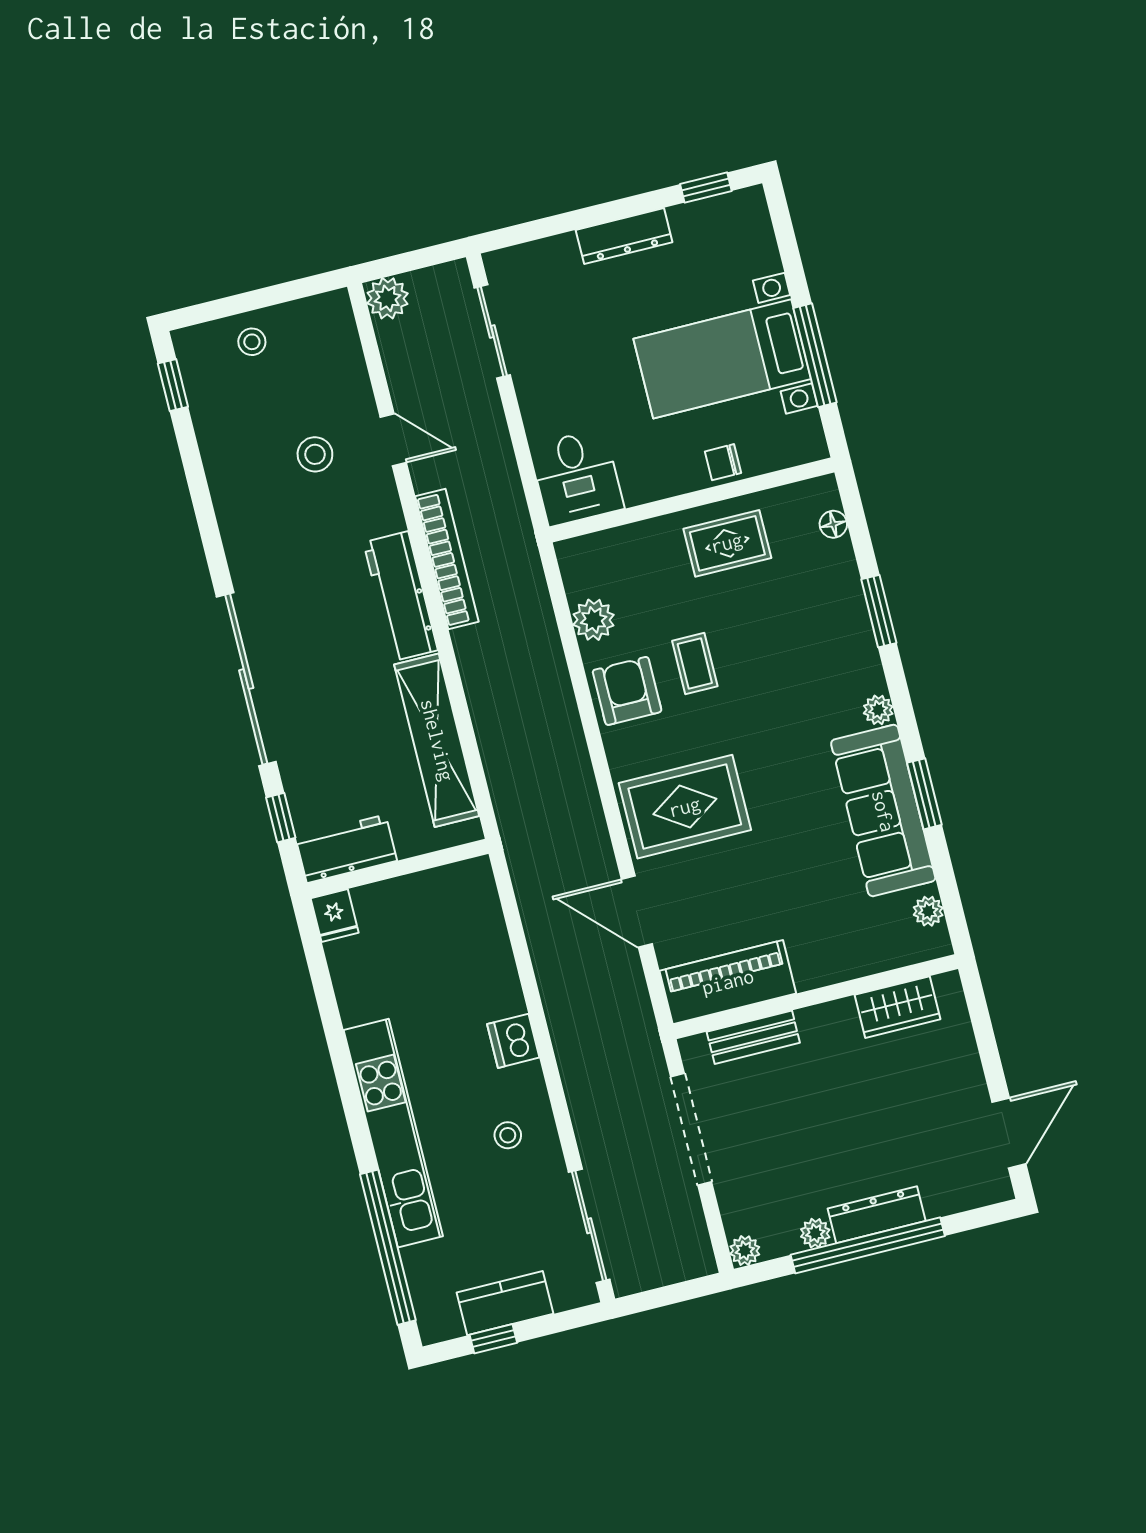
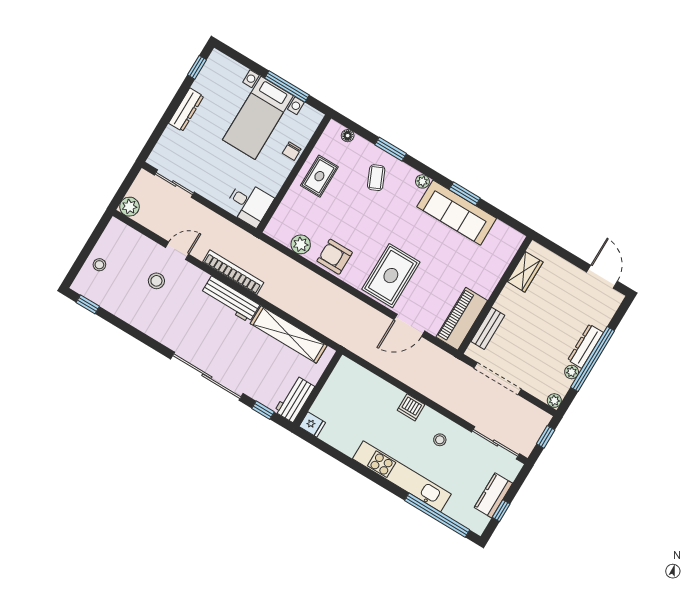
coffee table: (695, 663) -> (376, 178), moved, turned 66
plant: (928, 911) -> (504, 231), removed
window: (675, 1293) -> (546, 437), added

